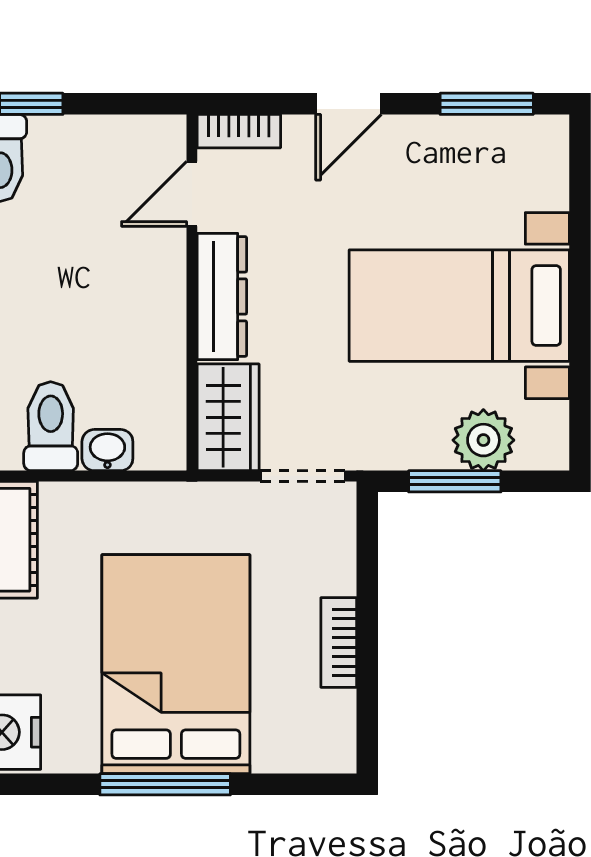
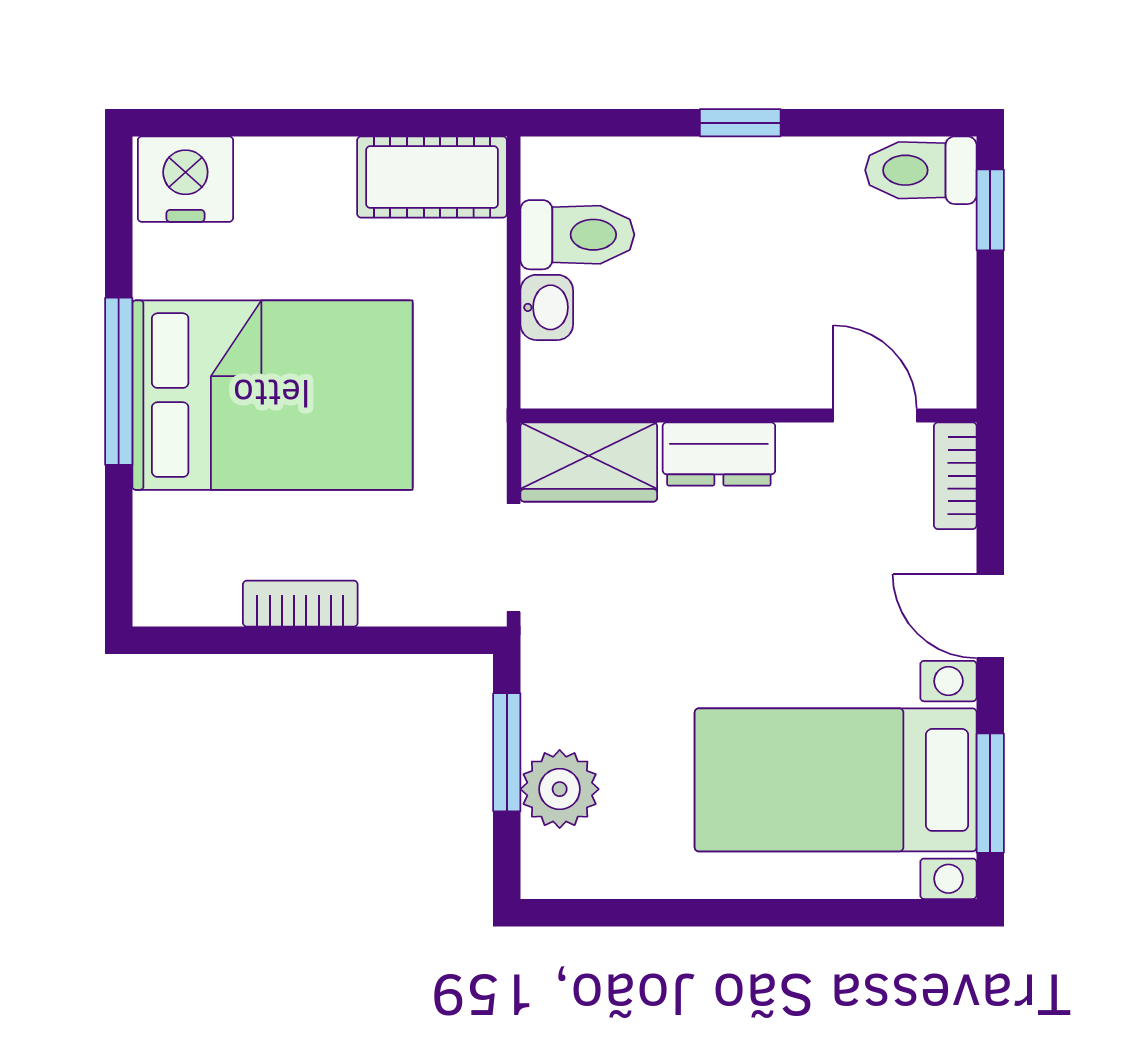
dresser: (222, 296) -> (719, 454), width x0.70
bed with nightstands: (459, 306) -> (836, 780), moved, turned -90

